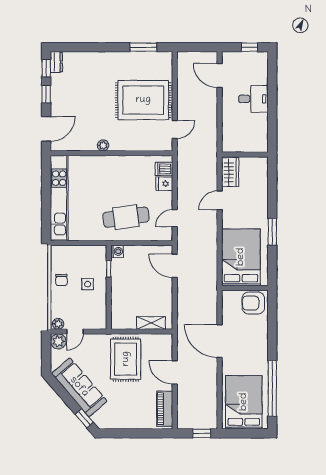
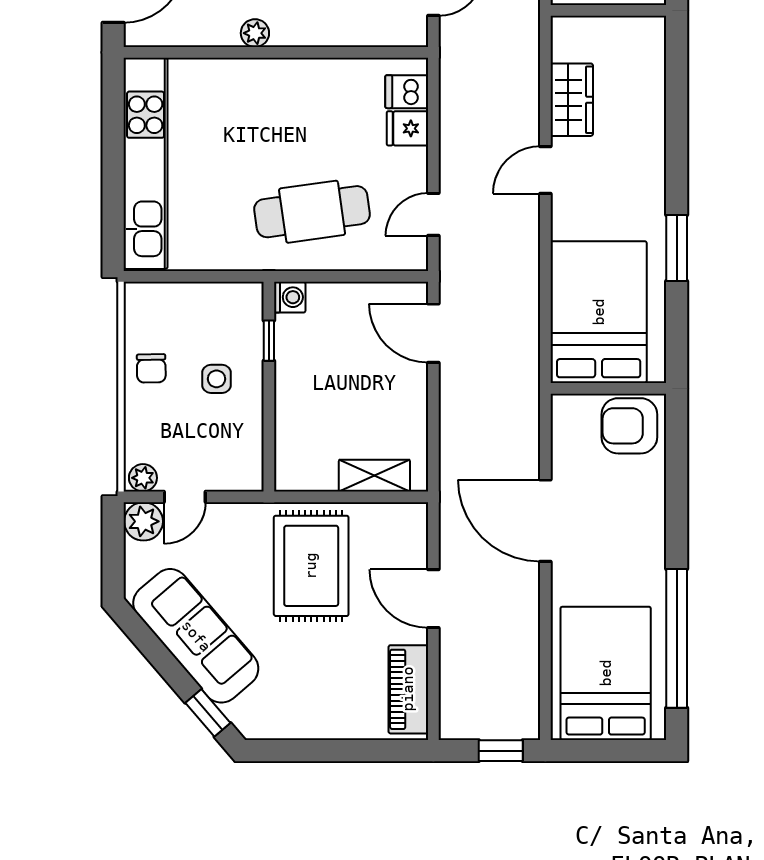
wall: (245, 155) -> (608, 10), moved

